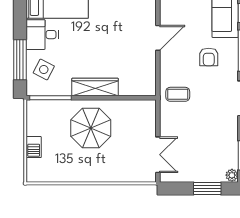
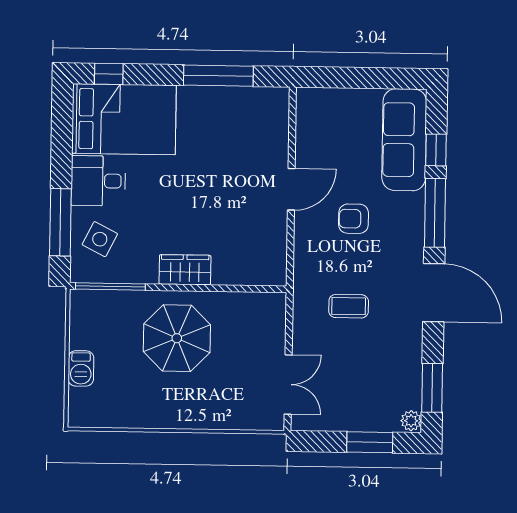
armchair: (209, 57) -> (354, 219), moved, turned 90
wardrobe: (95, 87) -> (185, 270), width x0.67
coffee table: (178, 94) -> (349, 306), moved

